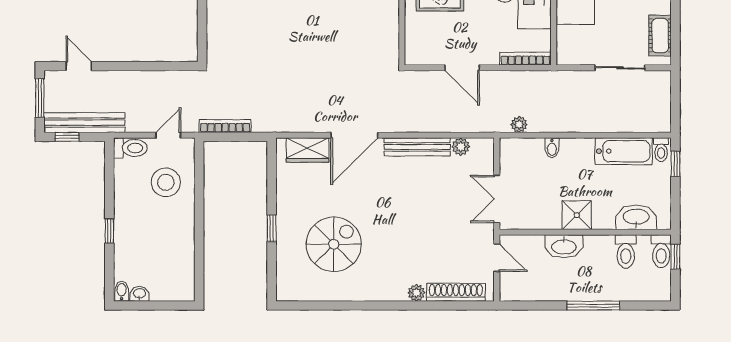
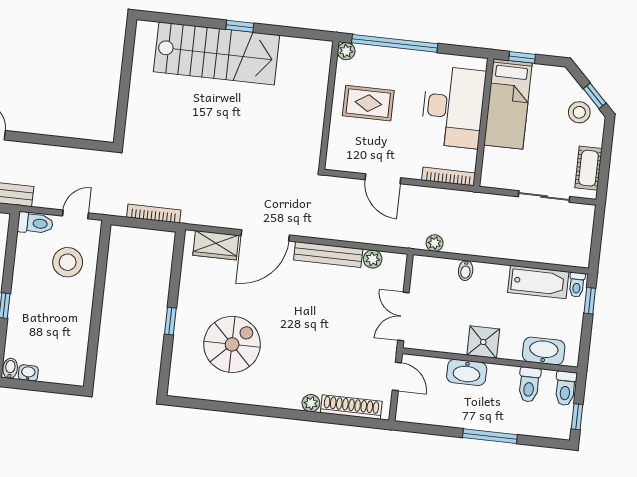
bookcase: (225, 126) -> (154, 214), moved
window: (675, 257) -> (577, 417), moved

